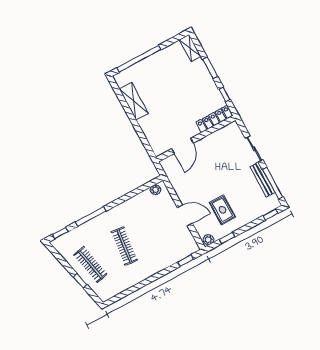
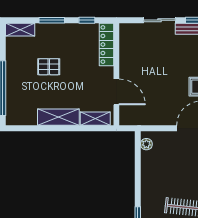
pallet: (174, 85) -> (49, 67), added
shelving: (134, 101) -> (58, 117), moved
shelving: (154, 141) -> (95, 119), added

